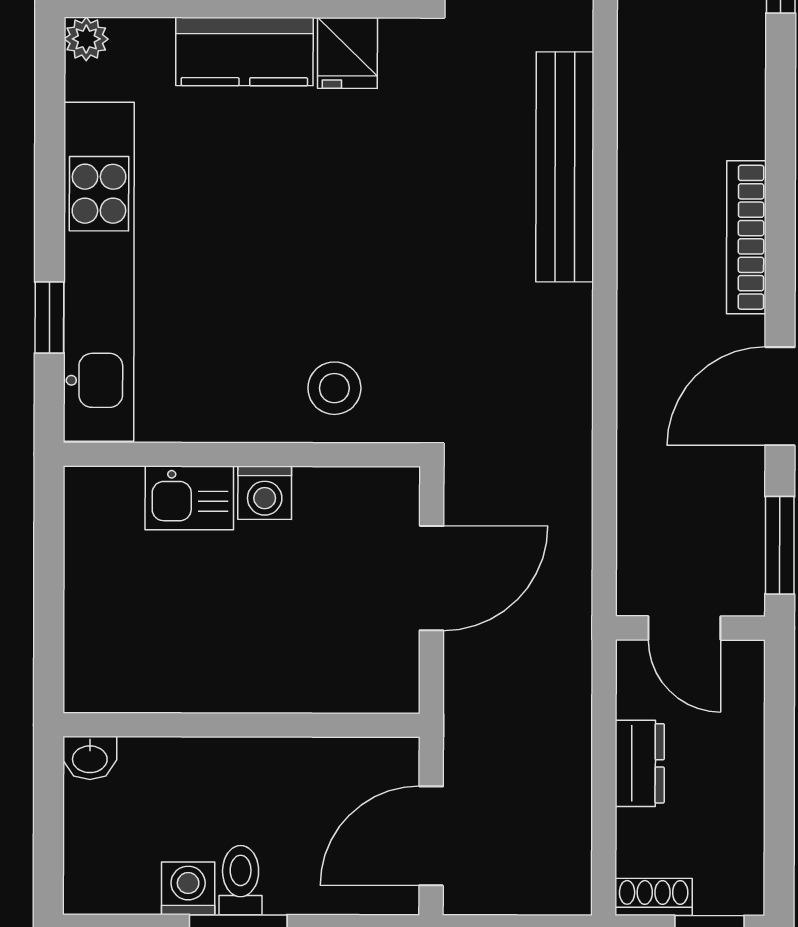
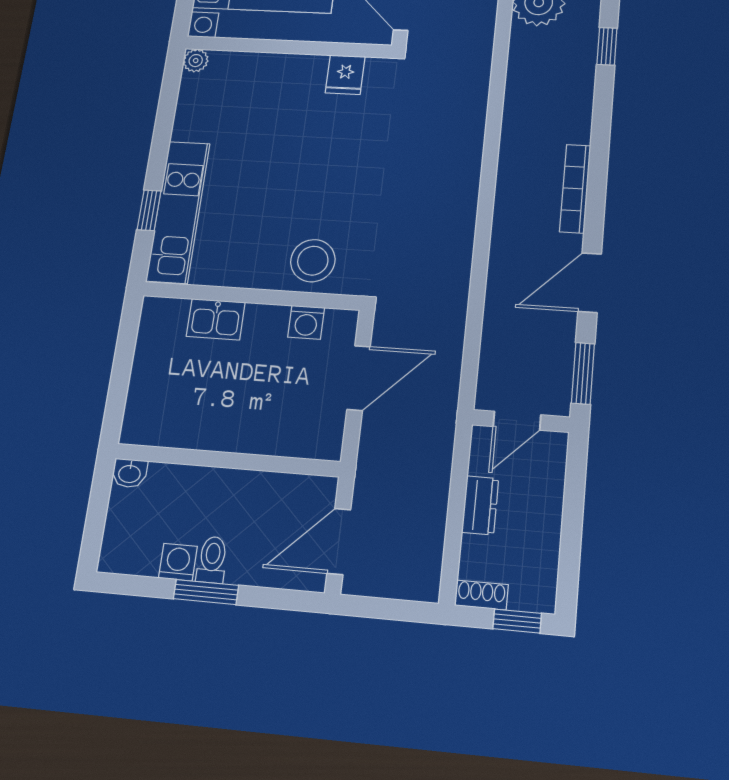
kitchen counter: (244, 52) -> (285, 71), removed
bench: (565, 167) -> (467, 143), removed
kitchen unit: (99, 272) -> (178, 212), width x0.73
stool: (334, 388) -> (313, 261), width x1.38, depth x1.38
washing machine: (265, 493) -> (306, 322), moved
door: (684, 628) -> (517, 421), hinge flipped

